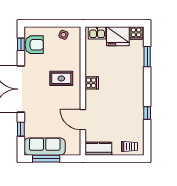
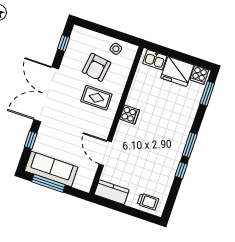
armchair: (34, 45) -> (97, 67), moved, turned 98
window: (147, 57) -> (207, 93), moved
window: (147, 91) -> (190, 145), added

